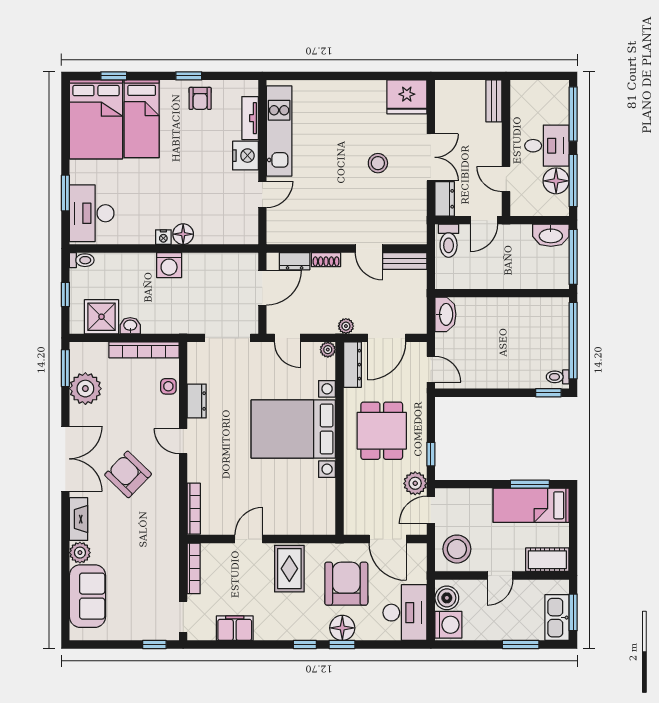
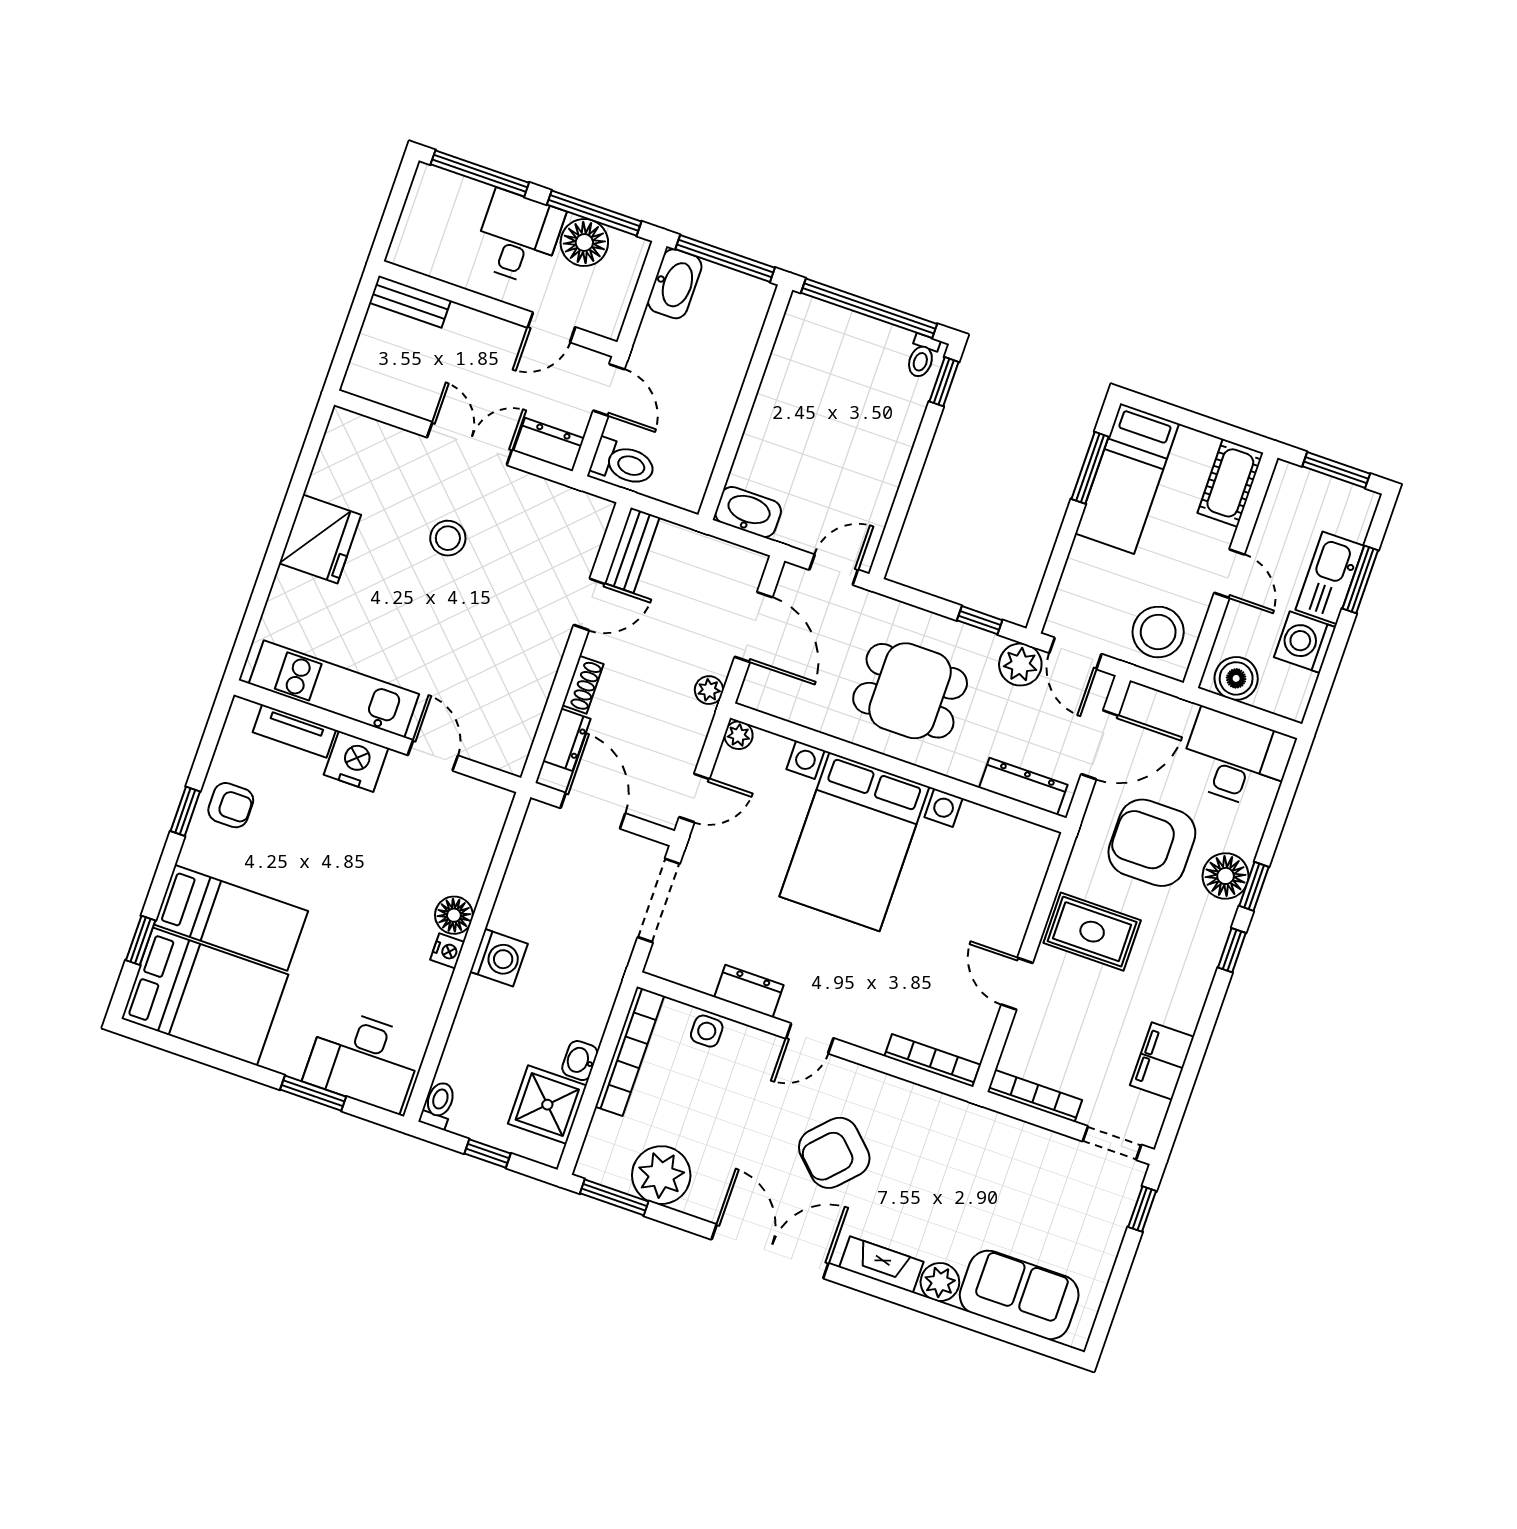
fridge: (407, 97) -> (320, 539), moved
dresser: (352, 365) -> (1023, 786), moved
kitchen sink: (557, 618) -> (1330, 578), moved, turned 90
washing machine: (448, 625) -> (1305, 642), moved, turned -90

